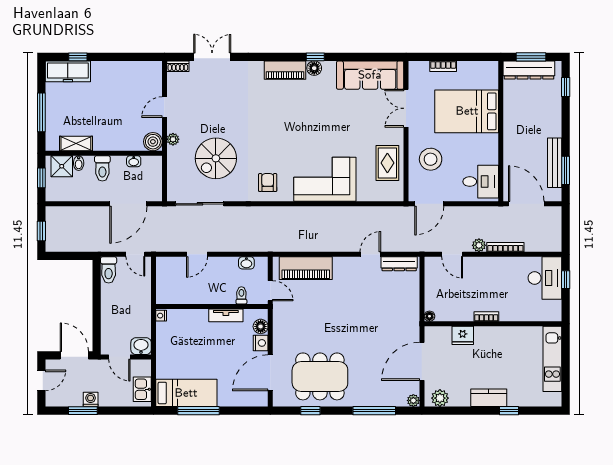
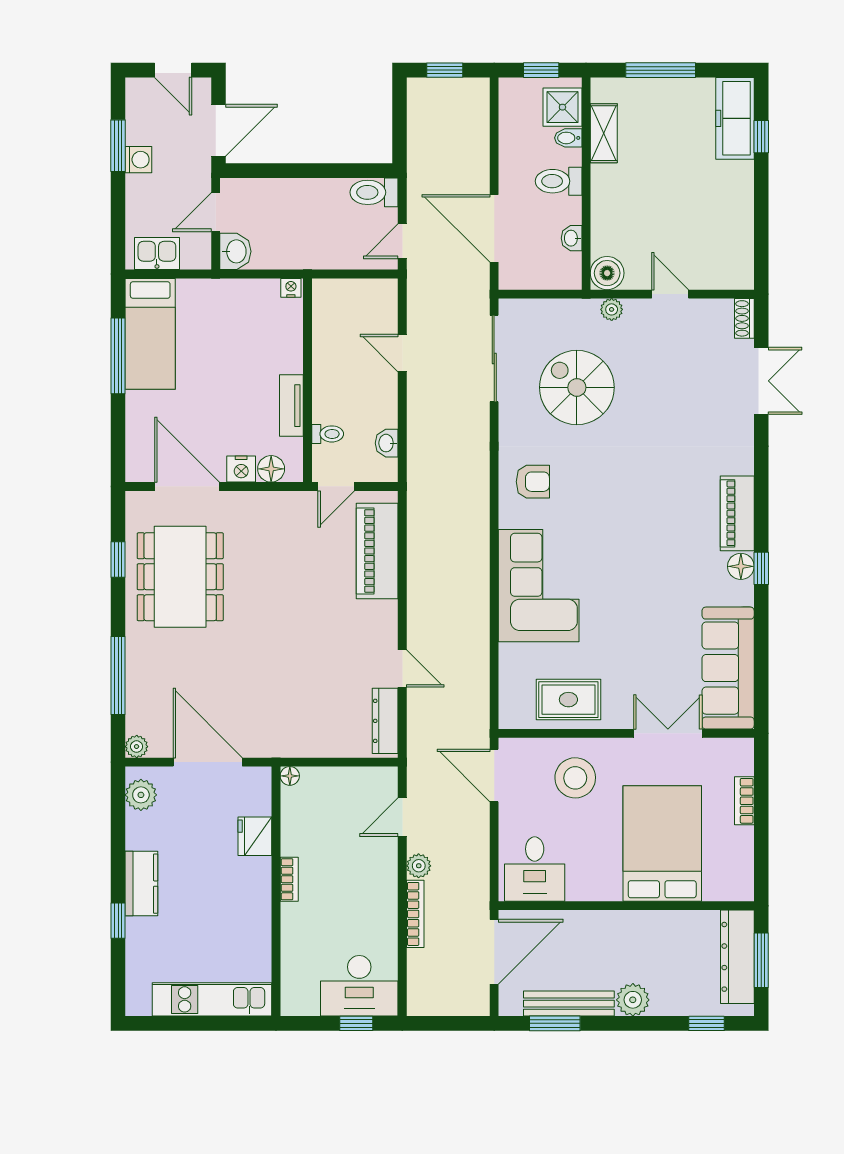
plant: (553, 128) -> (633, 1000), added

